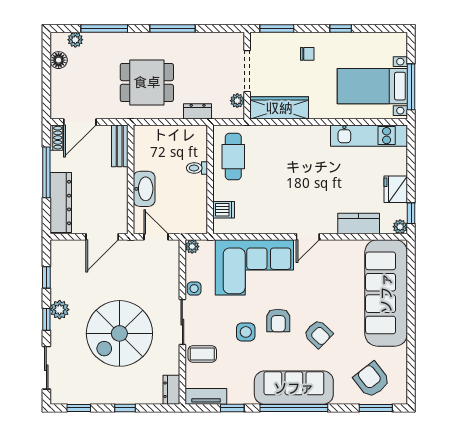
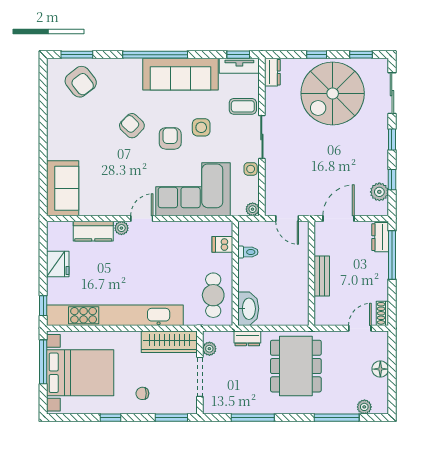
window: (173, 28) -> (253, 418), moved
floor lamp: (59, 60) -> (380, 369), moved
dining table: (147, 82) -> (296, 366), width x1.37
bed with nightstands: (372, 86) -> (80, 373), width x1.36
door: (80, 122) -> (360, 328), width x0.73
kitchen unit: (369, 136) -> (115, 315), width x1.86
bench: (120, 146) -> (322, 276), moved
toilet: (197, 168) -> (248, 252), moved
window: (46, 172) -> (392, 255), moved
washbasin: (144, 189) -> (248, 309), moved, turned 180
dresser: (61, 203) -> (380, 237), width x0.51, depth x0.80
window: (411, 213) -> (43, 306), moved
plant: (400, 227) -> (121, 228), moved
sofa: (386, 293) -> (63, 188), width x0.54, depth x0.79
plant: (60, 310) -> (379, 192), moved
spiral stairs: (119, 333) -> (333, 93), moved, turned 180
sofa: (294, 388) -> (180, 74), moved
window: (232, 408) -> (238, 55), moved

